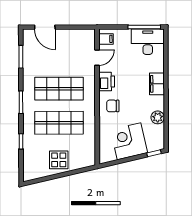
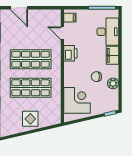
desk: (148, 42) -> (108, 32), moved, turned 90
door: (97, 58) -> (62, 33), swing flipped
chair: (113, 106) -> (96, 77), moved
corner desk: (129, 141) -> (77, 100), moved, turned 103

